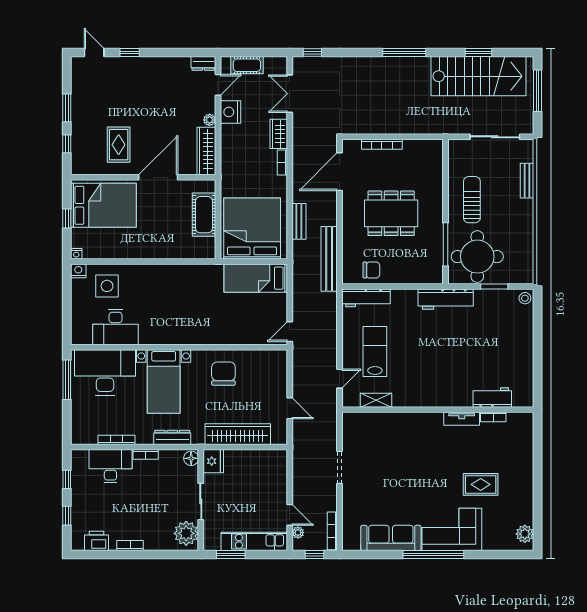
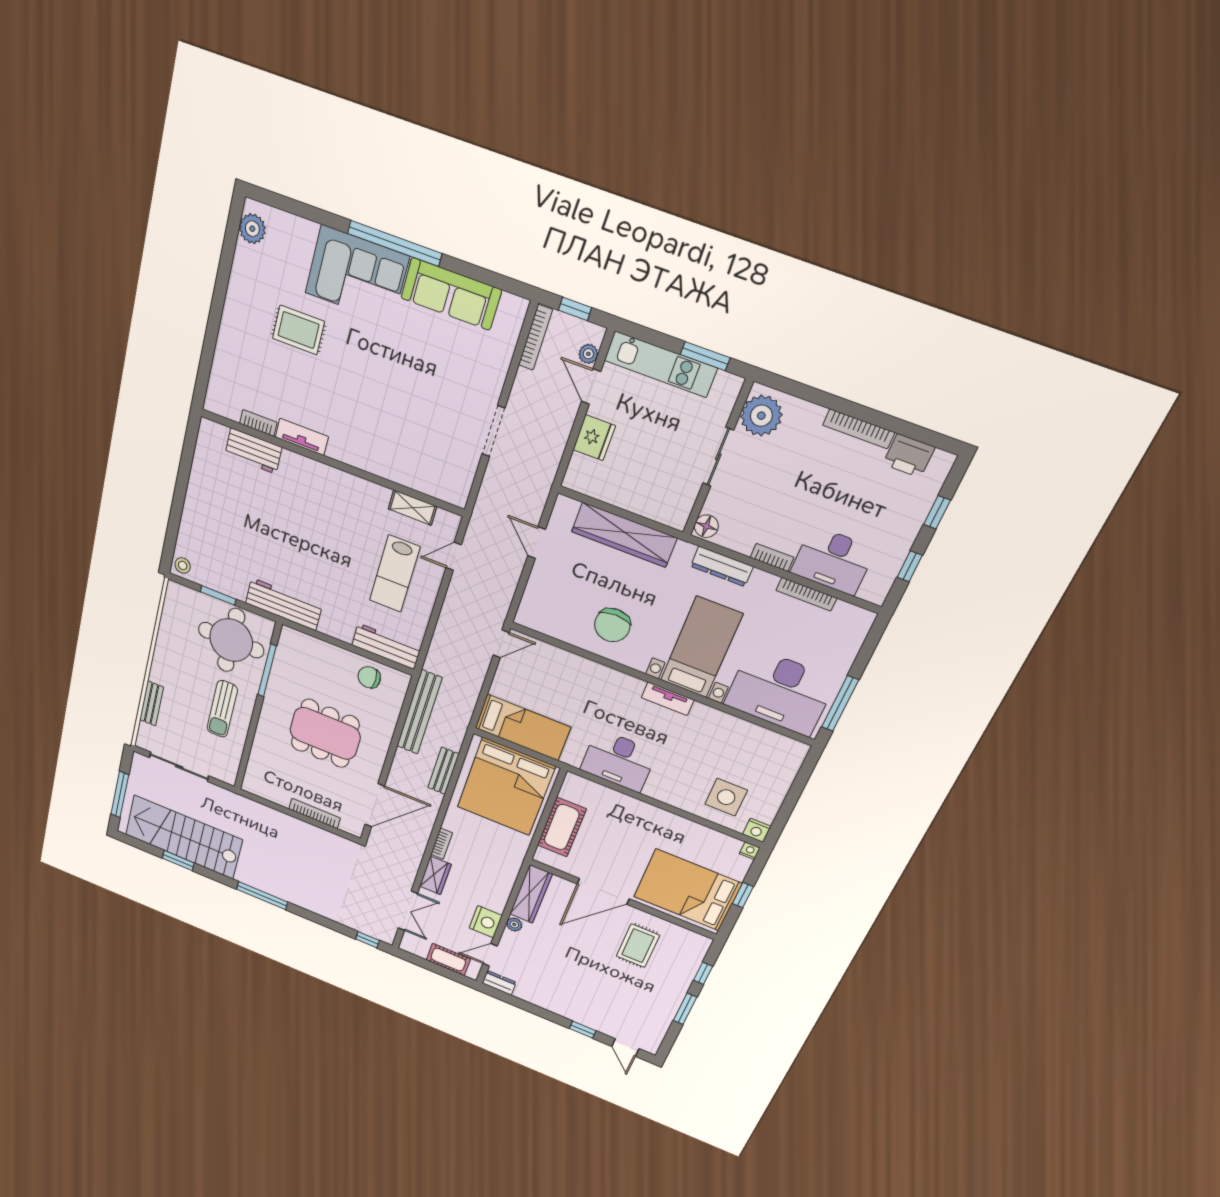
desk: (116, 327) -> (618, 760), moved, turned 180
tv unit: (171, 339) -> (668, 699), added
fridge: (213, 461) -> (594, 438), moved, turned 180
bookcase: (130, 545) -> (859, 429), width x1.56

